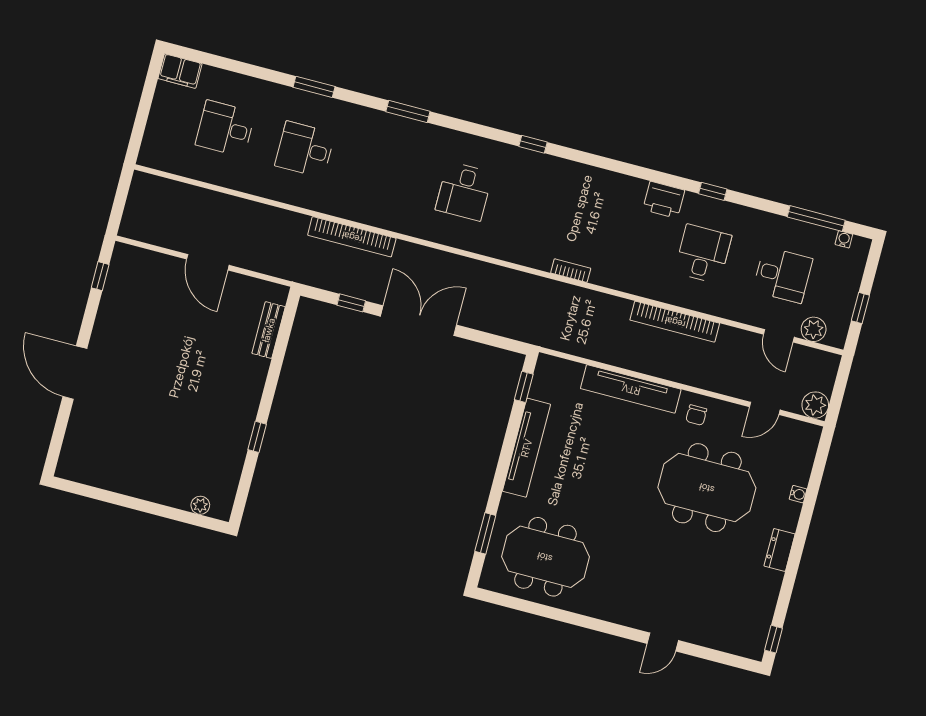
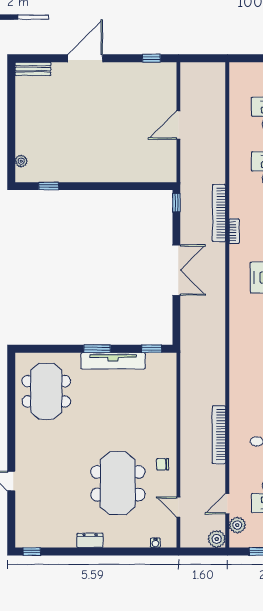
bookcase: (571, 271) -> (234, 231), moved
window: (351, 303) -> (176, 203), moved
bench: (269, 330) -> (33, 69), moved
tv unit: (631, 389) -> (168, 418), removed
plant: (815, 405) -> (217, 539), moved
window: (257, 437) -> (49, 186), moved
water cooler: (798, 494) -> (155, 543), moved
window: (485, 533) -> (97, 349), moved

